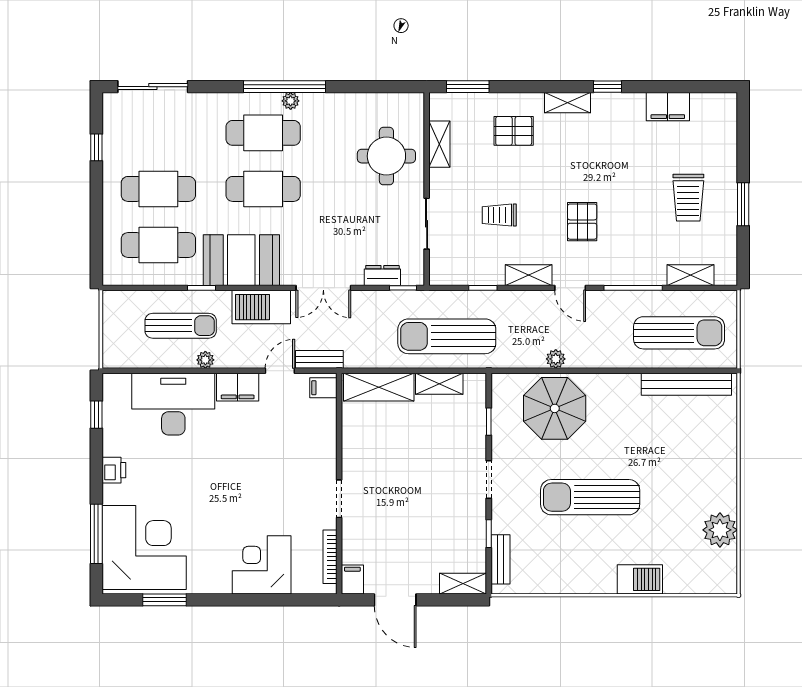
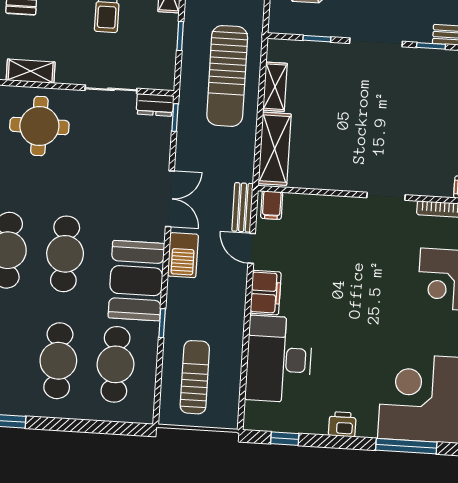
dresser: (382, 275) -> (155, 105), moved, turned -90
barbecue: (261, 307) -> (183, 255), width x0.73, depth x0.83
sun lounger: (181, 326) -> (195, 377), moved
plant: (205, 360) -> (236, 324), removed
doorway: (489, 480) -> (376, 42), width x1.38

